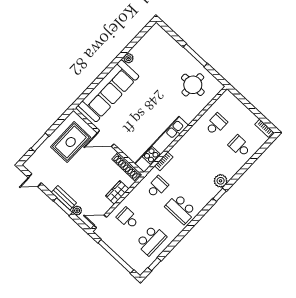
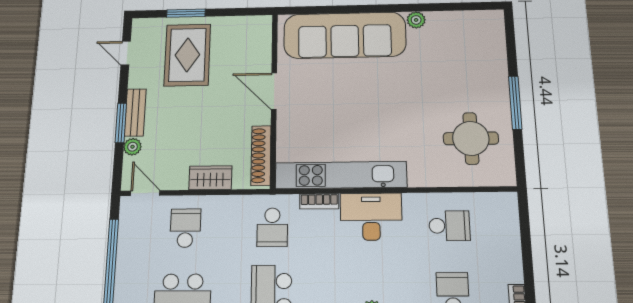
rug: (71, 142) -> (187, 55), moved, turned 90
desk: (187, 148) -> (371, 217), added
school desk: (157, 187) -> (272, 227), turned 90

